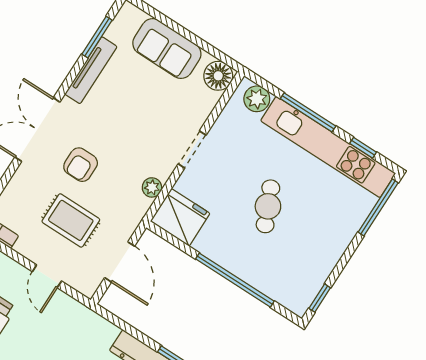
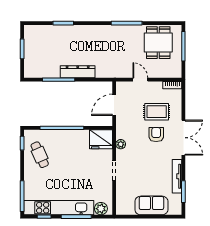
floor lamp: (218, 76) -> (123, 208), removed
cafe table: (268, 206) -> (40, 155), moved
rug: (71, 220) -> (157, 112), moved
door: (120, 262) -> (114, 105), hinge flipped

